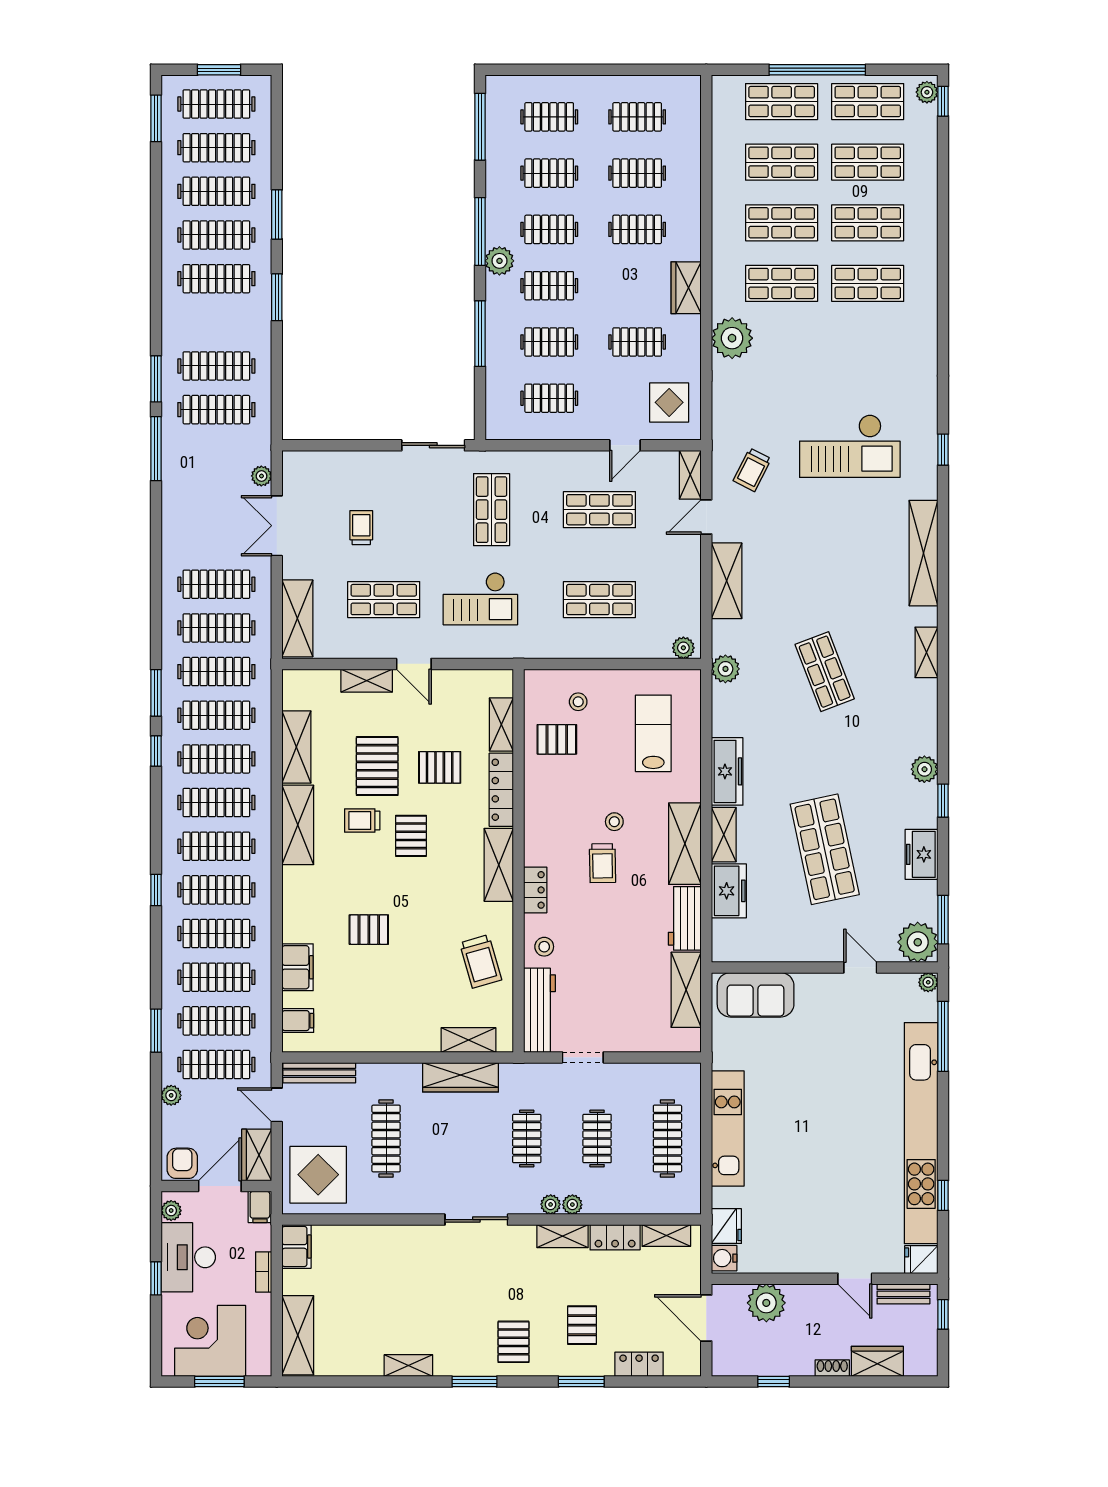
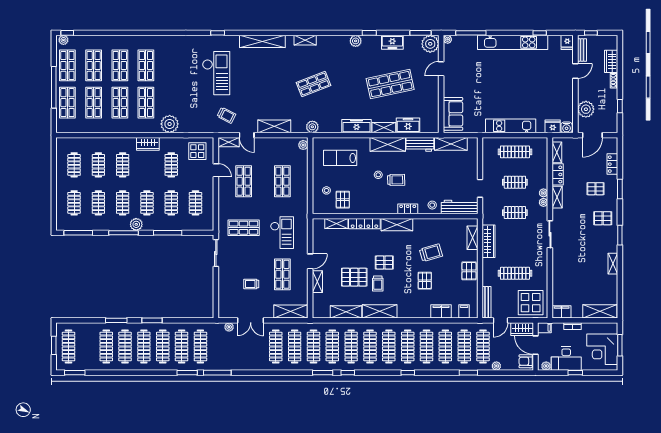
clothes rail: (216, 148) -> (163, 347), moved
pallet: (440, 767) -> (469, 271), moved
trolley: (481, 961) -> (431, 253), moved
kitchen unit: (921, 1133) -> (513, 42), width x0.73

